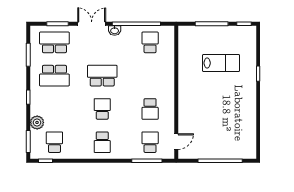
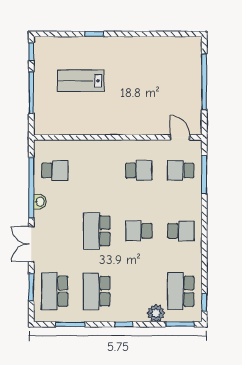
washbasin: (115, 31) -> (40, 202), moved
school desk: (150, 42) -> (55, 170), turned 180
lab bench: (221, 63) -> (81, 81), turned -90
school desk: (54, 76) -> (97, 291), turned 180
school desk: (54, 142) -> (181, 291), width x1.85

